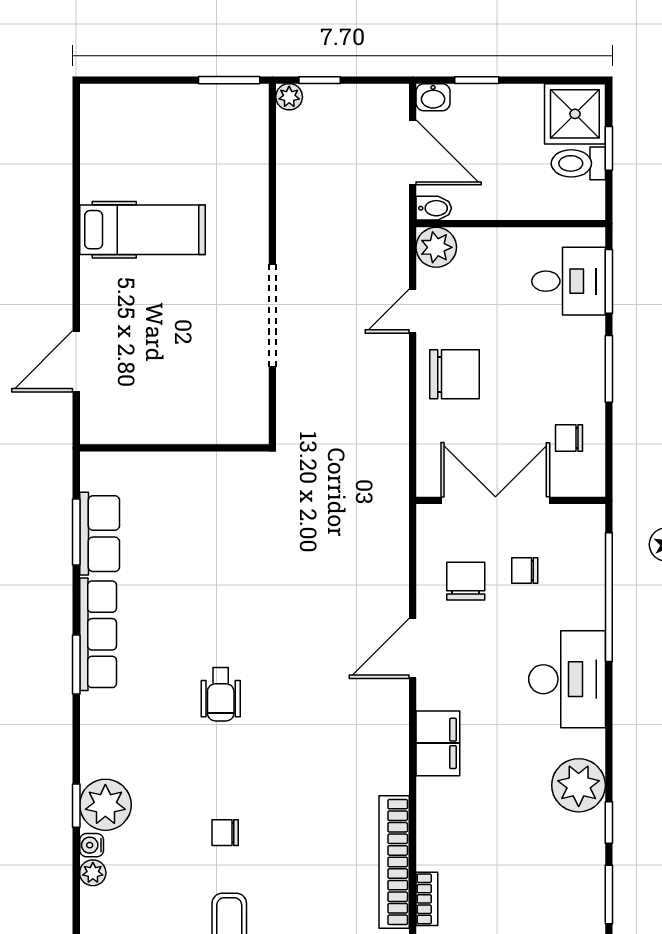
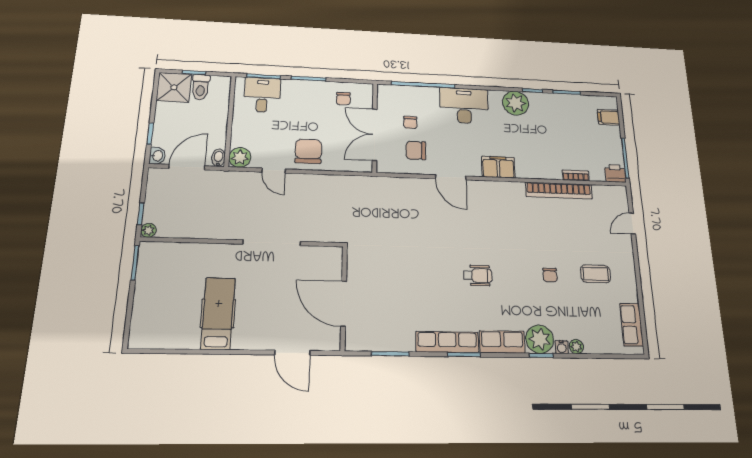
door: (164, 448) -> (344, 304), added
row of seats: (100, 534) -> (502, 342), moved

